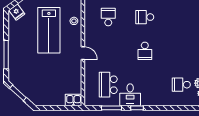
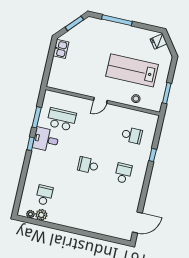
kitchen sink: (74, 100) -> (61, 49), moved

